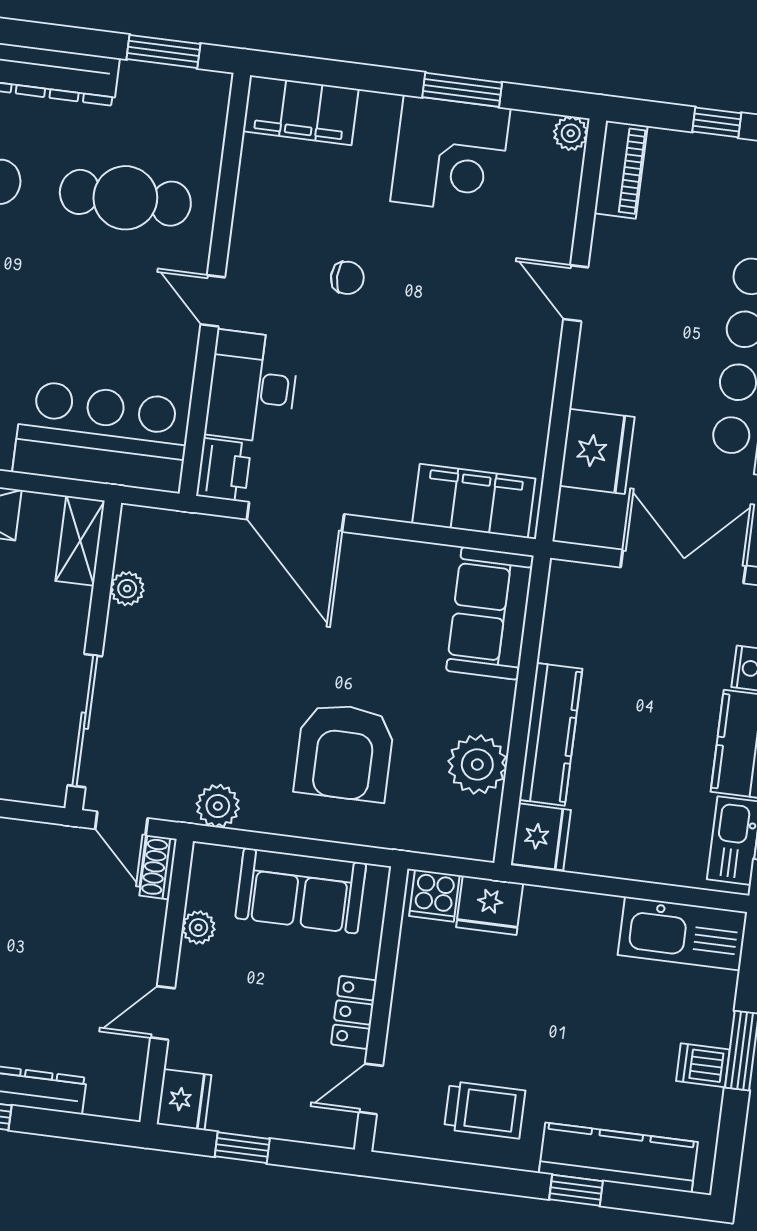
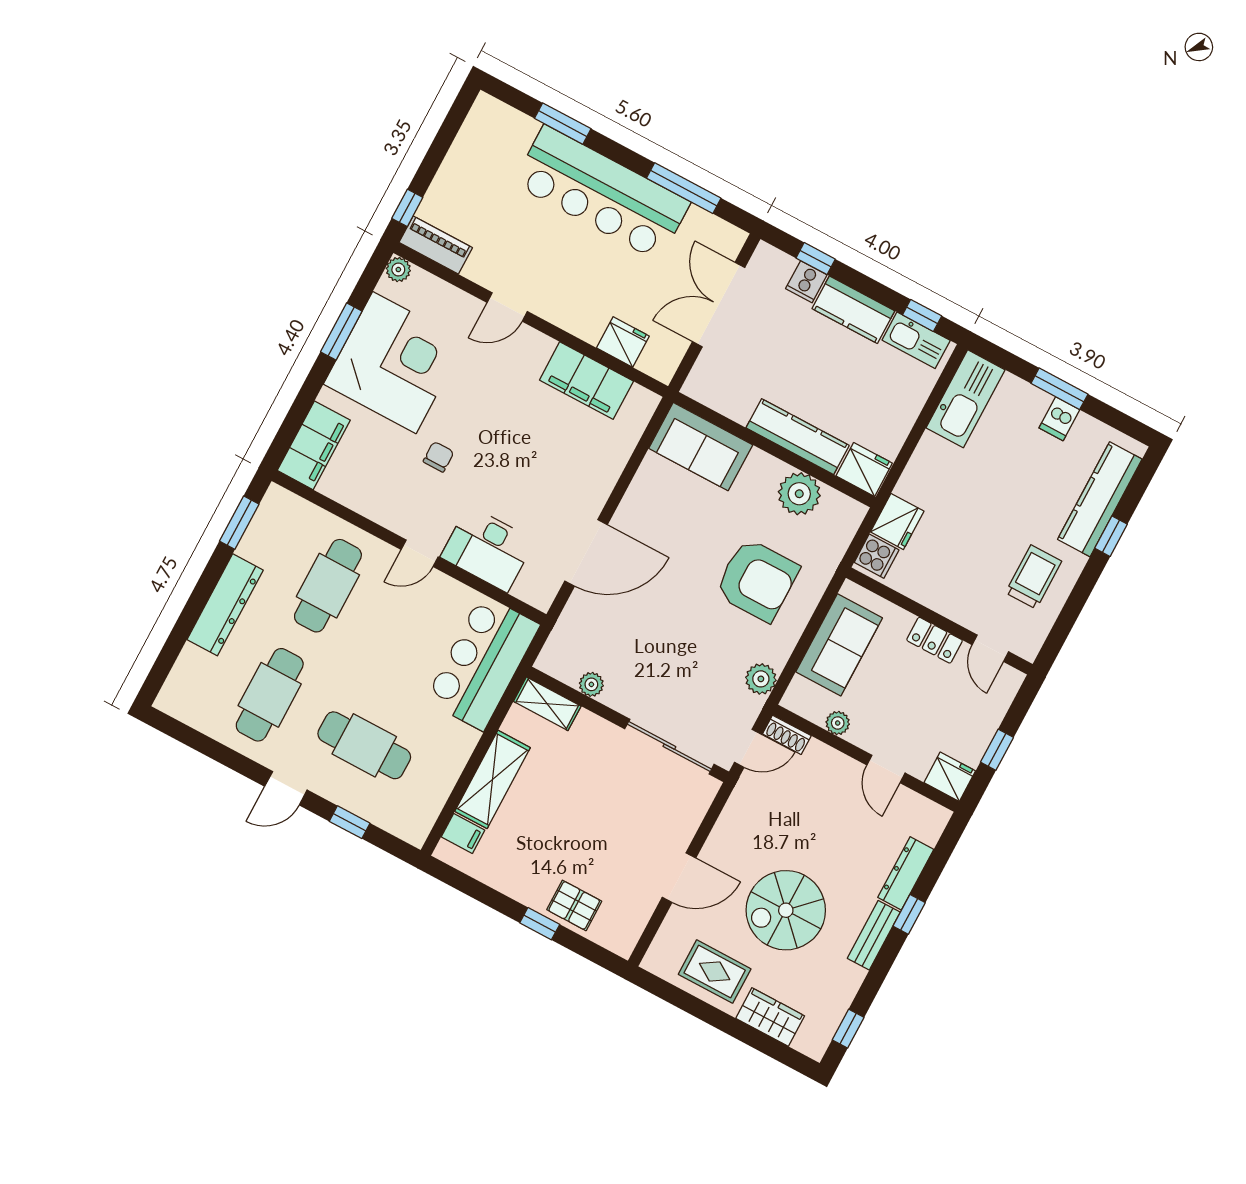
window: (717, 122) -> (407, 208), moved
corner desk: (450, 155) -> (394, 363), width x1.36, depth x1.36
fridge: (597, 451) -> (623, 342), width x0.73, depth x0.75
printer: (224, 470) -> (536, 589), removed
filing cabinet: (474, 501) -> (586, 381), moved, turned -90

